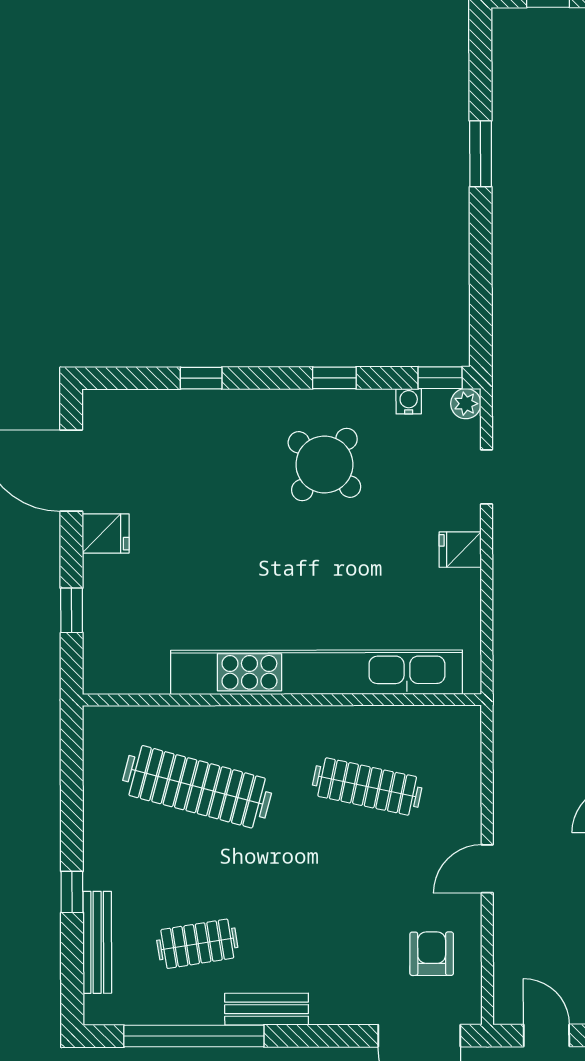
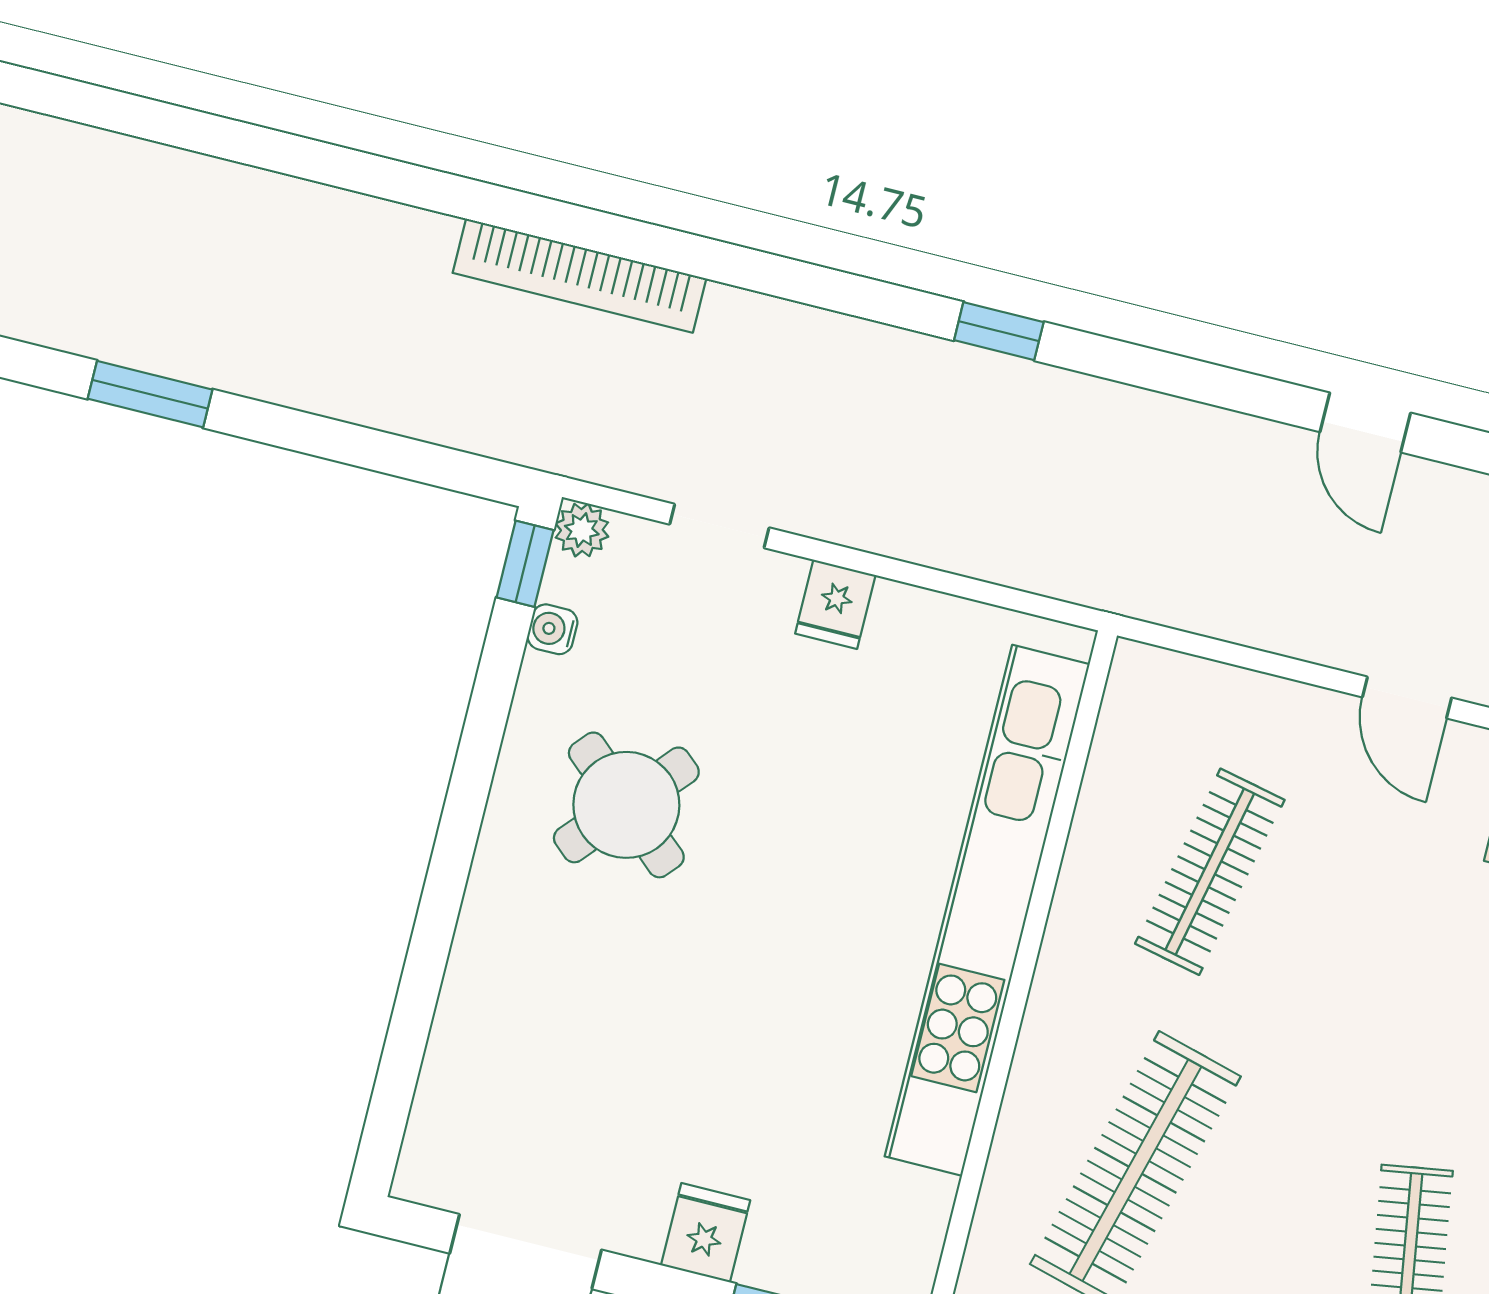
window: (201, 378) -> (421, 983), removed
window: (334, 378) -> (479, 749), removed
fridge: (106, 534) -> (706, 1233), moved

